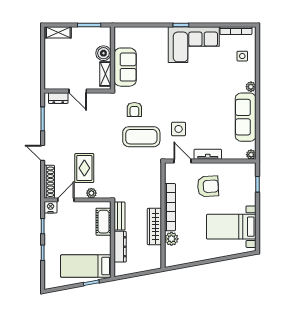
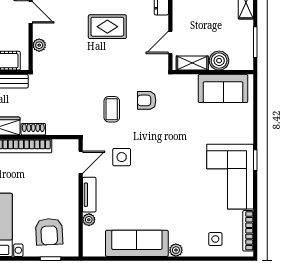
sofa: (125, 67) -> (223, 88), moved
door: (78, 91) -> (170, 42), moved
coffee table: (141, 137) -> (112, 109), width x0.54, depth x0.58
plant: (251, 155) -> (89, 220), moved
rug: (84, 168) -> (107, 27), moved
armchair: (208, 186) -> (49, 232), moved
shoe rack: (157, 198) -> (33, 129), added

